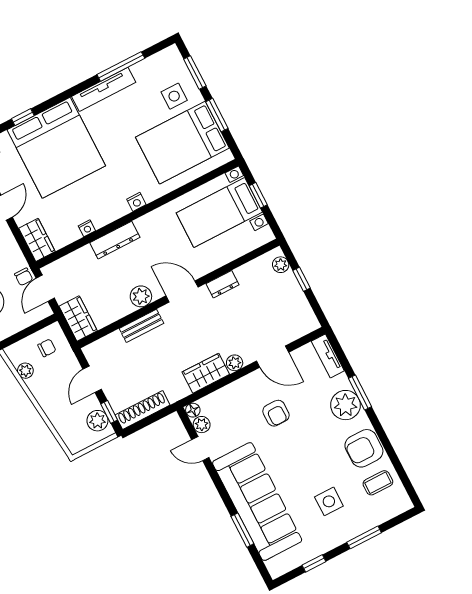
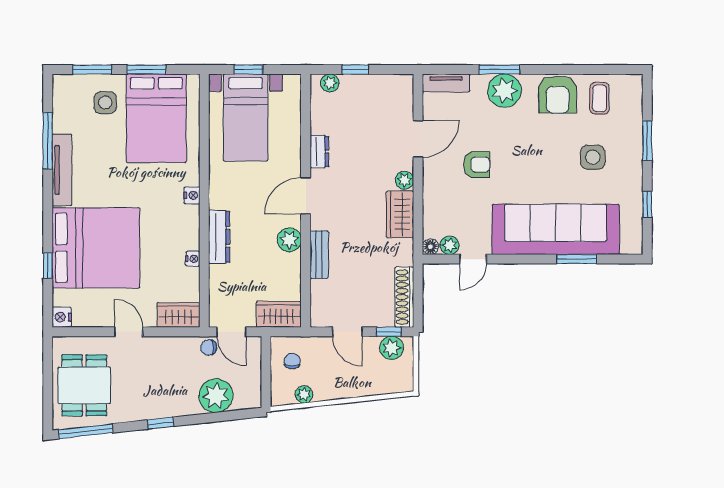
chair: (24, 277) -> (209, 347), turned 180

